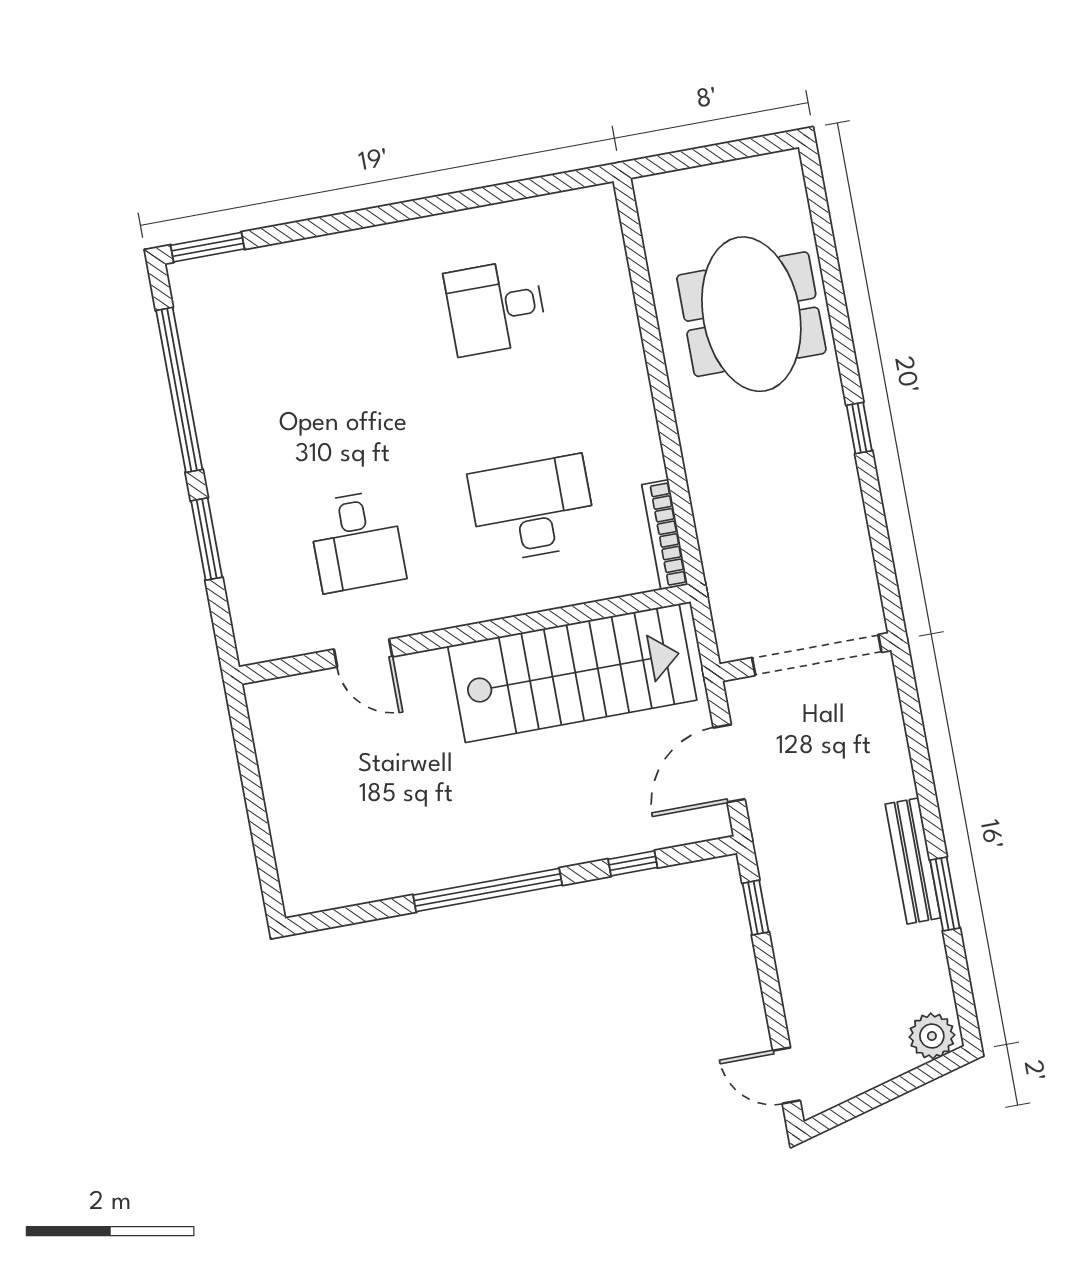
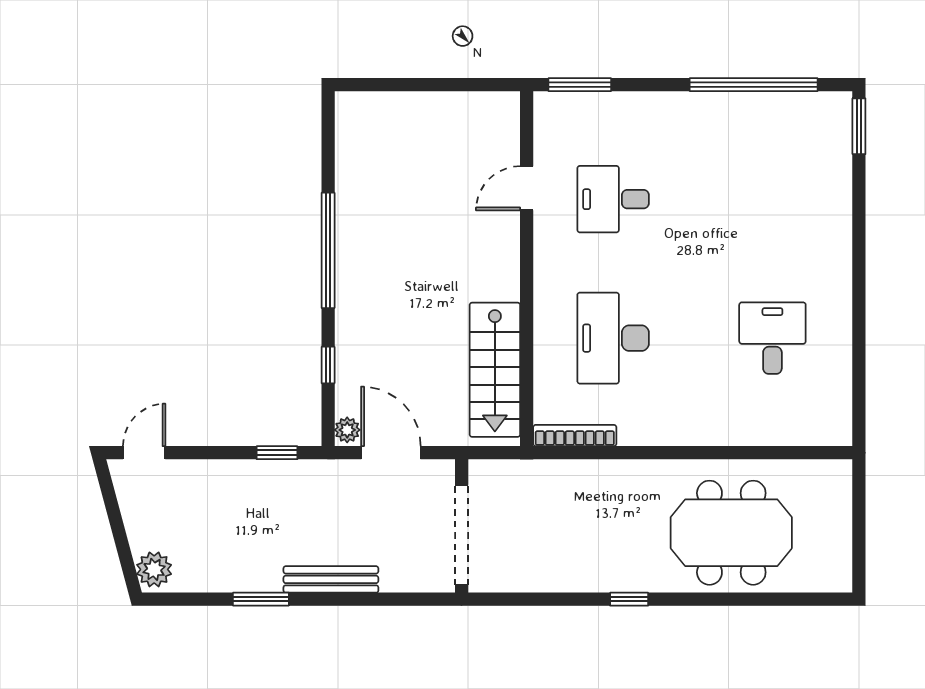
desk: (533, 509) -> (613, 338), turned 180
window: (207, 539) -> (580, 85), moved
stairs: (572, 673) -> (495, 370), width x0.73, depth x0.66
plant: (710, 824) -> (347, 430), added
bench: (913, 861) -> (331, 579), moved

